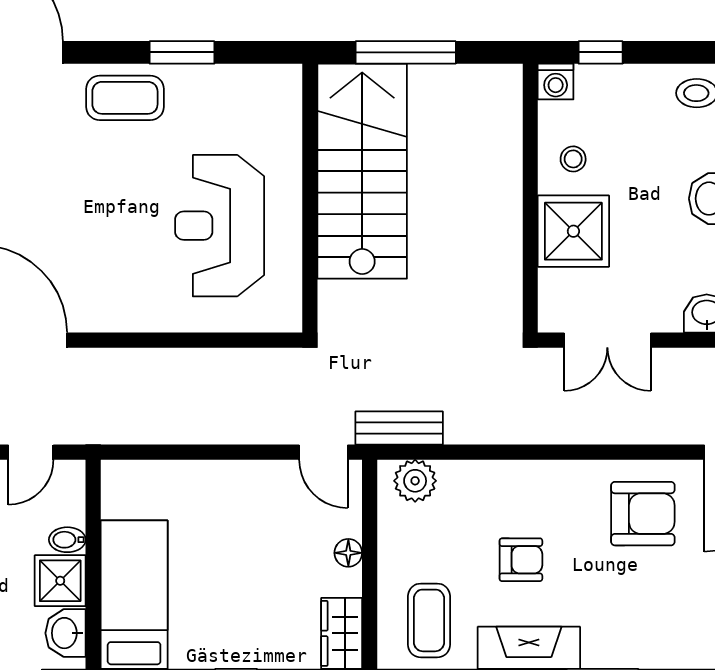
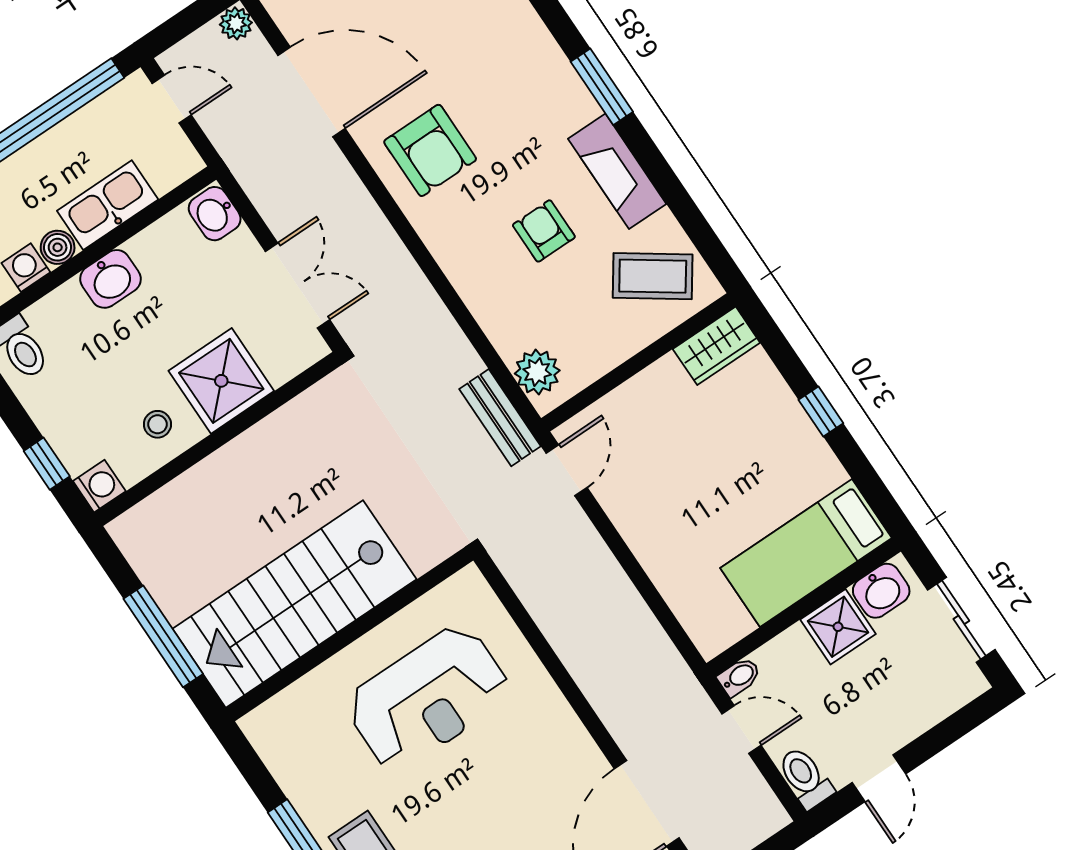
armchair: (643, 514) -> (430, 150), turned 180
bidet: (67, 540) -> (739, 677), moved, turned -90
floor lamp: (348, 553) -> (641, 388), removed
coffee table: (429, 620) -> (653, 276), turned 35

